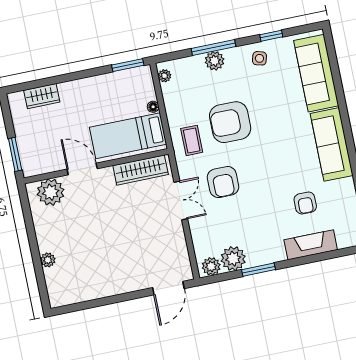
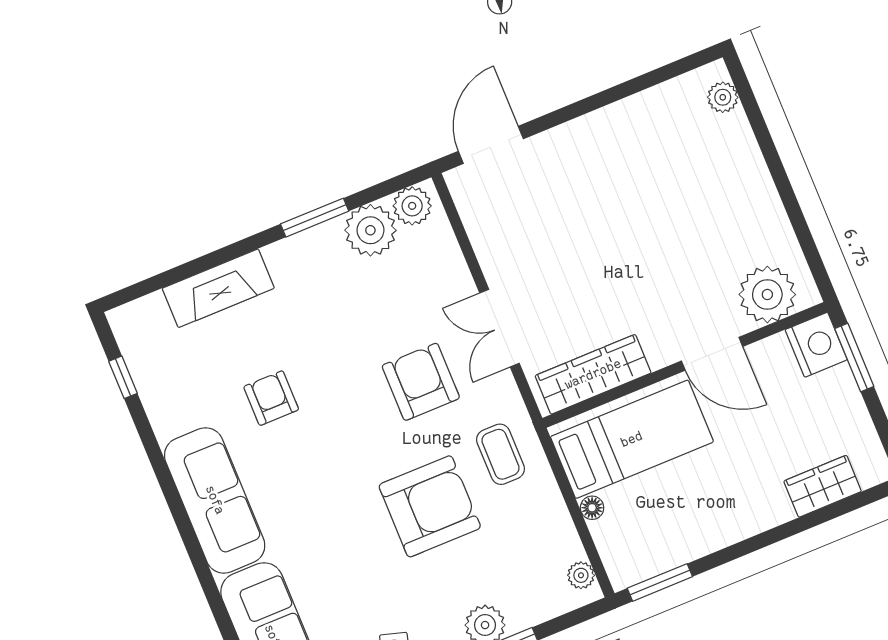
nightstand: (32, 164) -> (816, 345), added
armchair: (305, 203) -> (271, 398), moved
plant: (48, 260) -> (723, 97), moved

